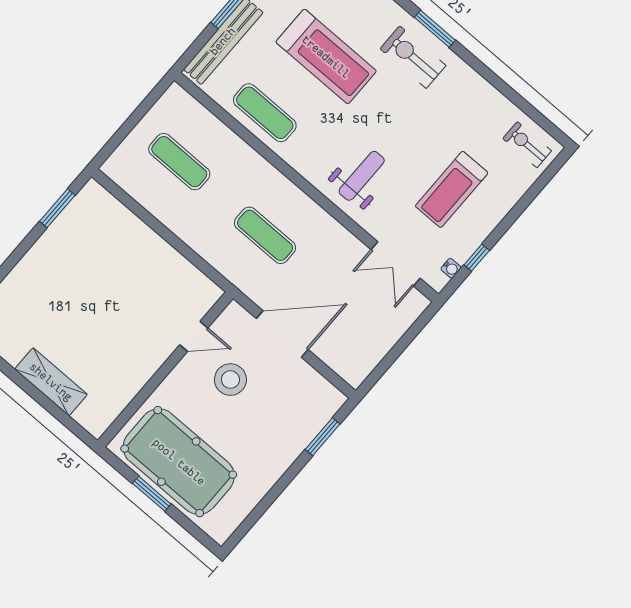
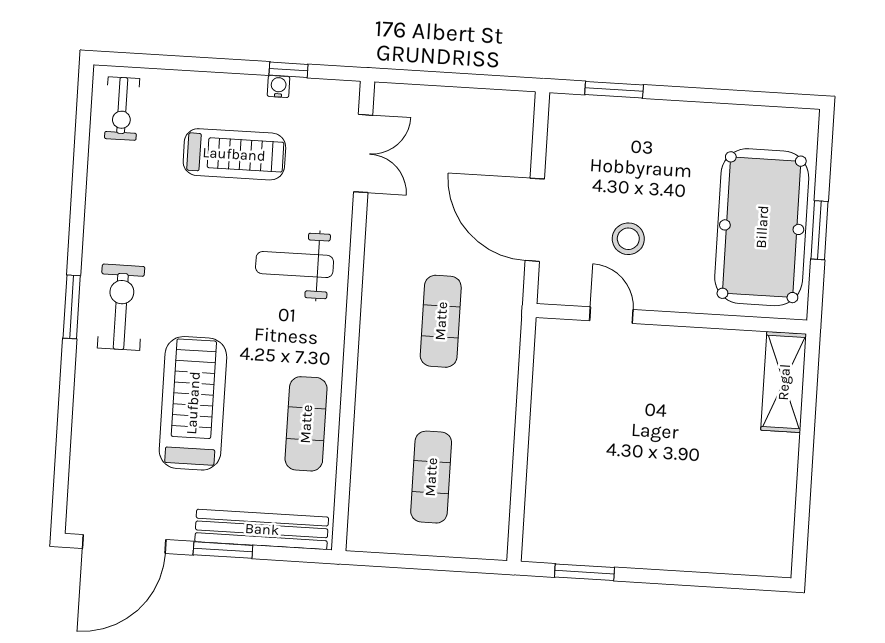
exercise bike: (413, 57) -> (121, 307), turned 180
water cooler: (451, 268) -> (279, 86), moved
stool: (230, 380) -> (628, 239), width x0.73, depth x0.73
shelving: (51, 382) -> (784, 382), moved

